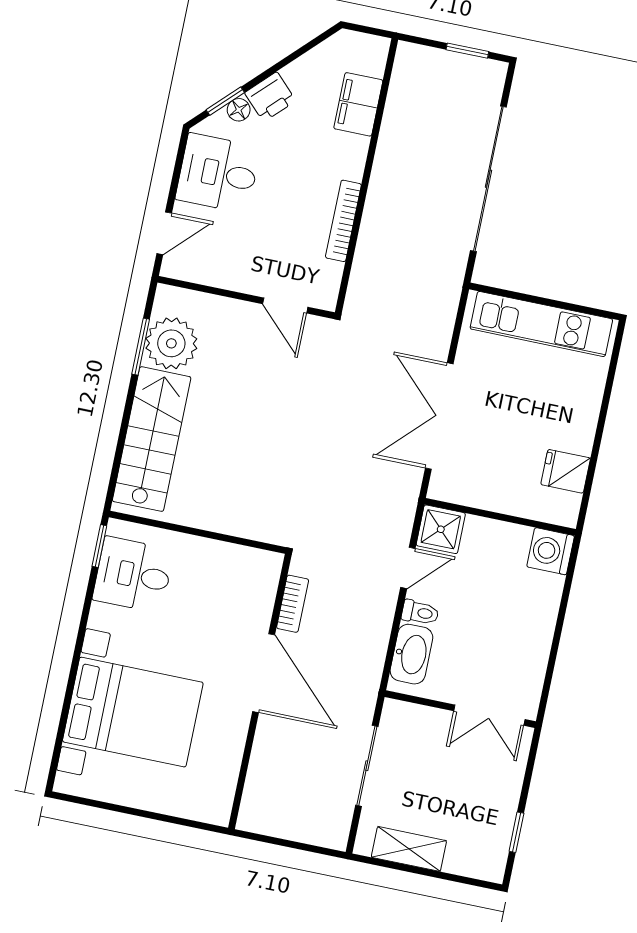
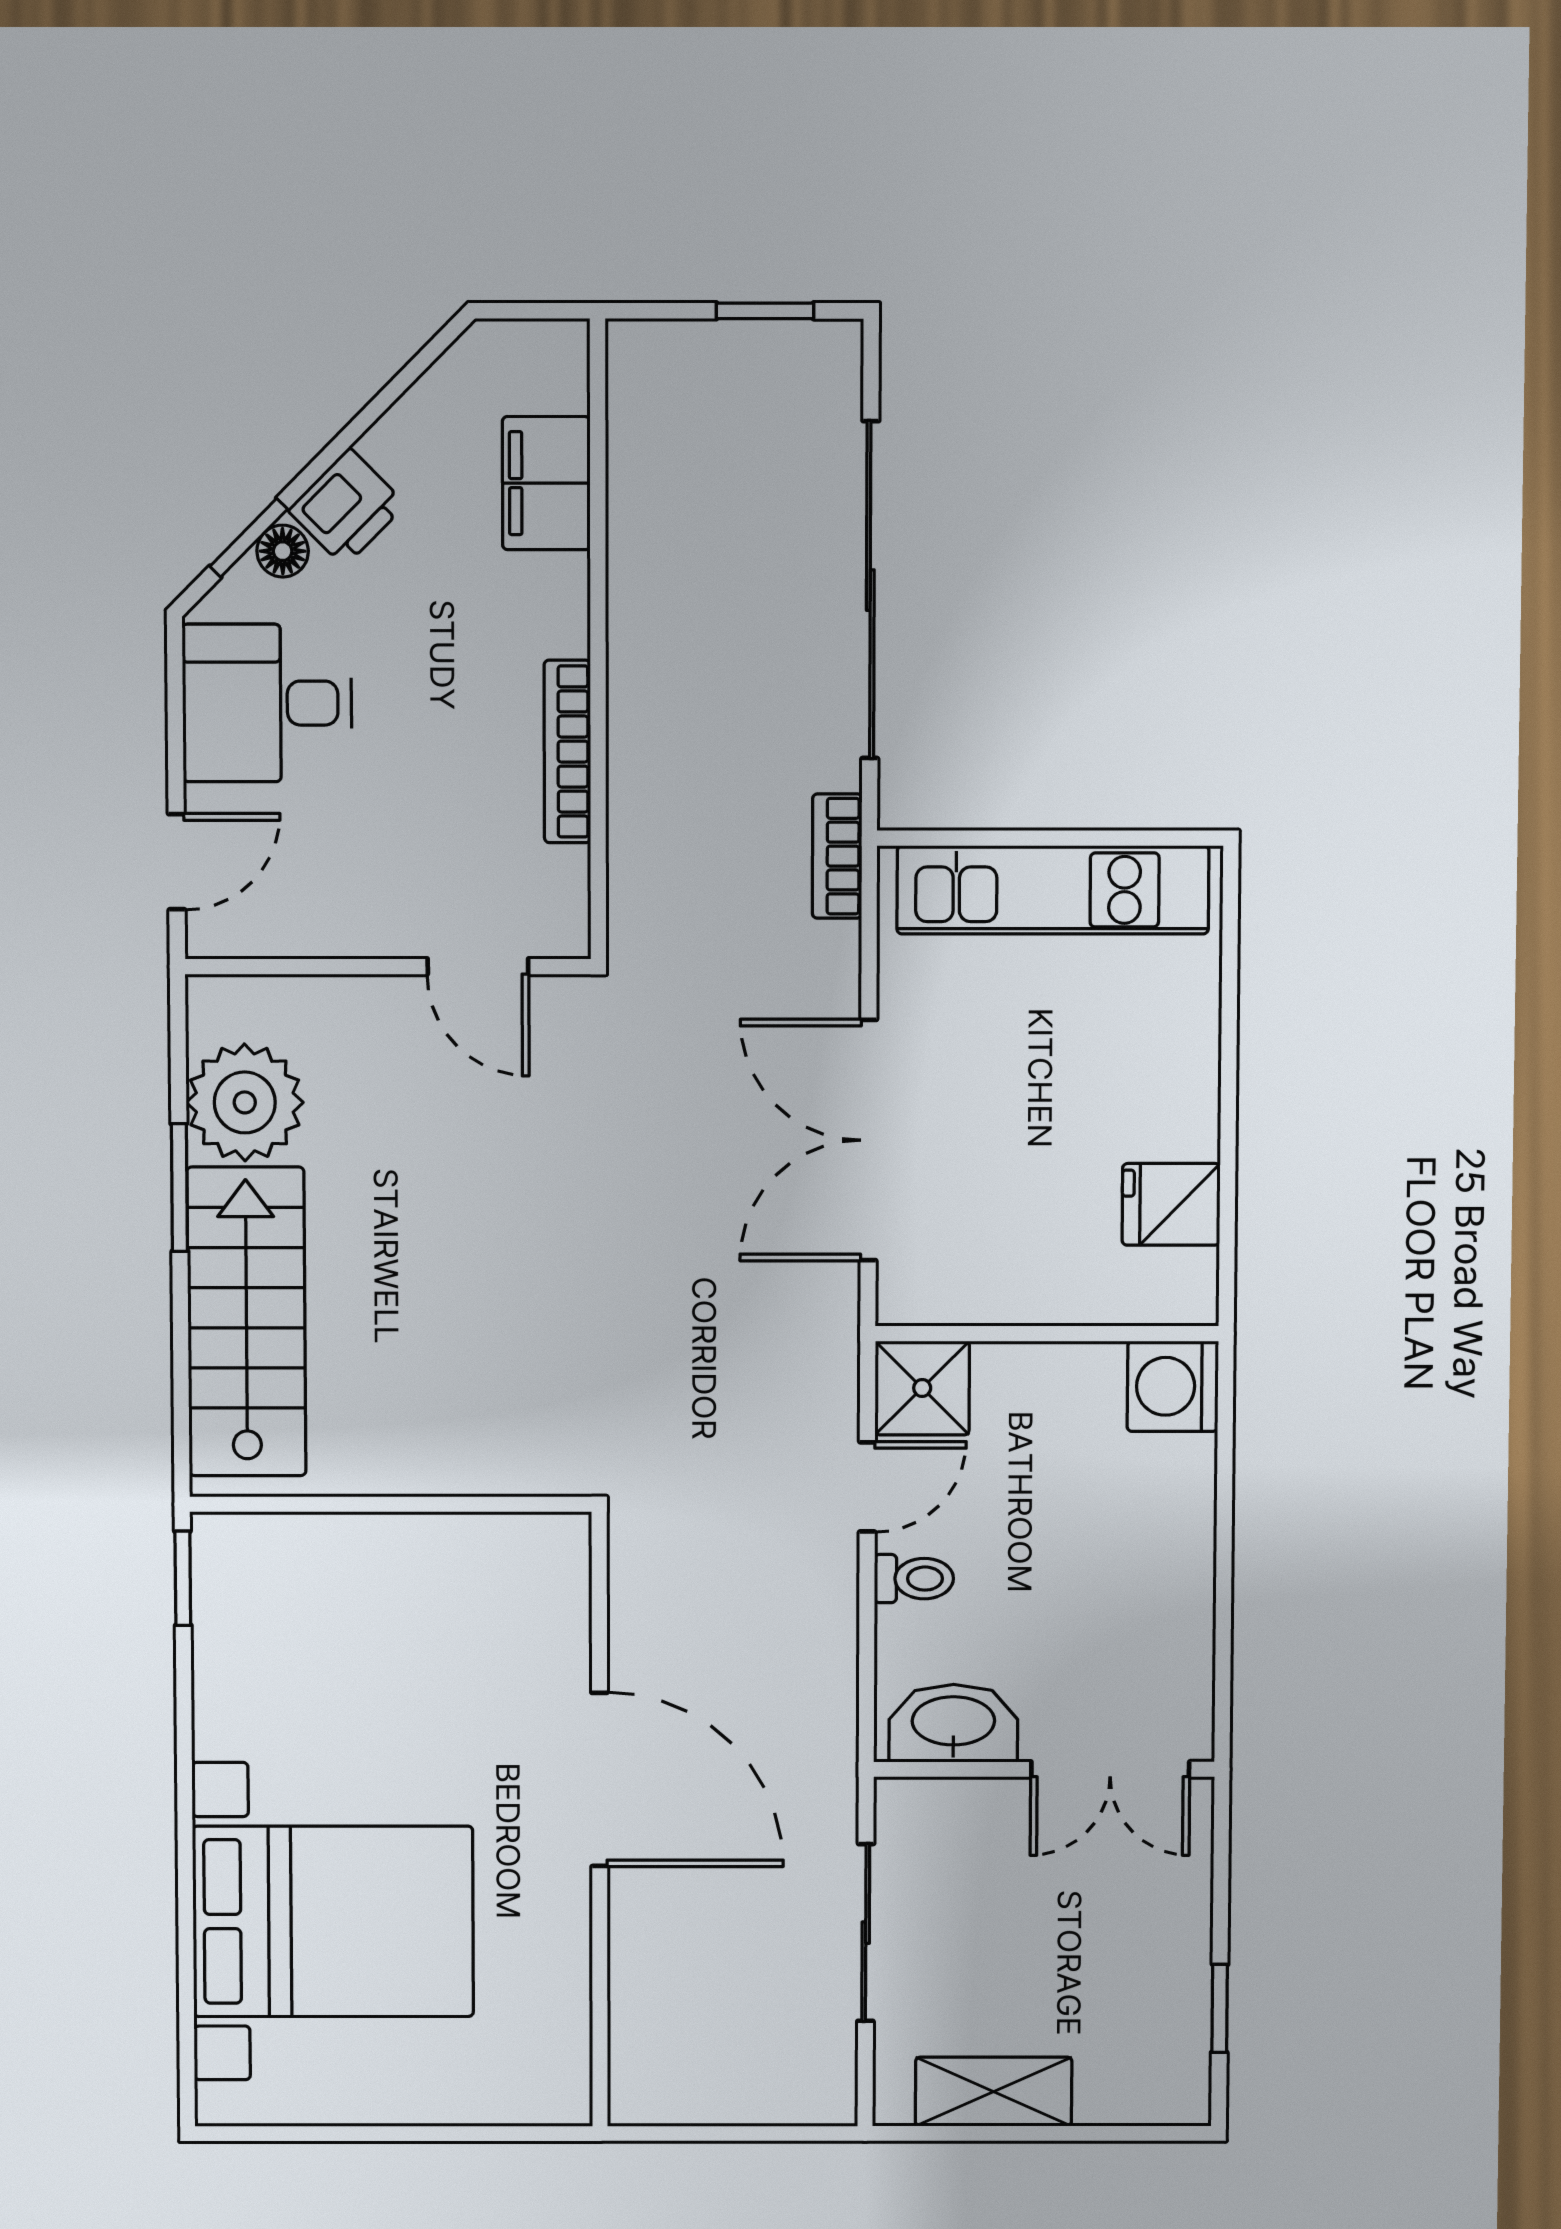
window: (141, 347) -> (179, 1188), moved
desk: (133, 575) -> (270, 1625), removed
bookcase: (293, 604) -> (837, 856), moved, turned 180
washbasin: (411, 654) -> (953, 1723), moved, turned -90

